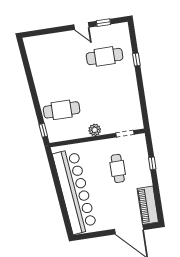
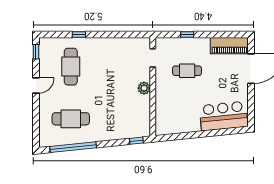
window: (103, 23) -> (36, 52), moved
window: (28, 71) -> (73, 147), added
cafe table: (62, 110) -> (71, 119), moved, turned 90
bar counter: (75, 191) -> (224, 116), width x0.54

